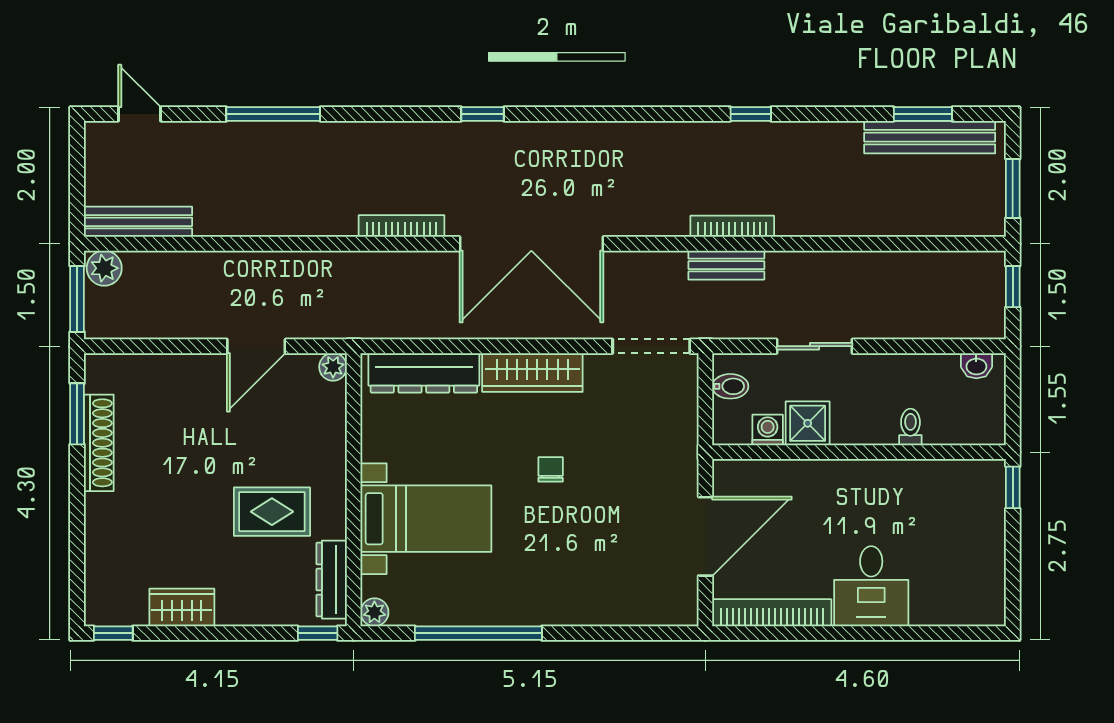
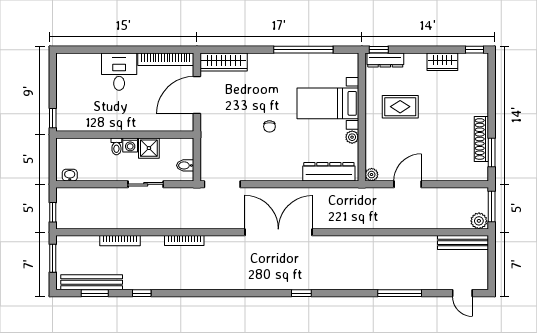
window: (751, 114) -> (142, 293), moved
bookcase: (401, 226) -> (120, 241), moved
bench: (726, 265) -> (187, 222), removed
wardrobe: (532, 372) -> (224, 62), moved, turned 180
toilet: (910, 427) -> (116, 146), moved
washing machine: (768, 430) -> (130, 145), moved
dresser: (332, 580) -> (385, 60), moved, turned 90
plant: (374, 612) -> (352, 137), moved

